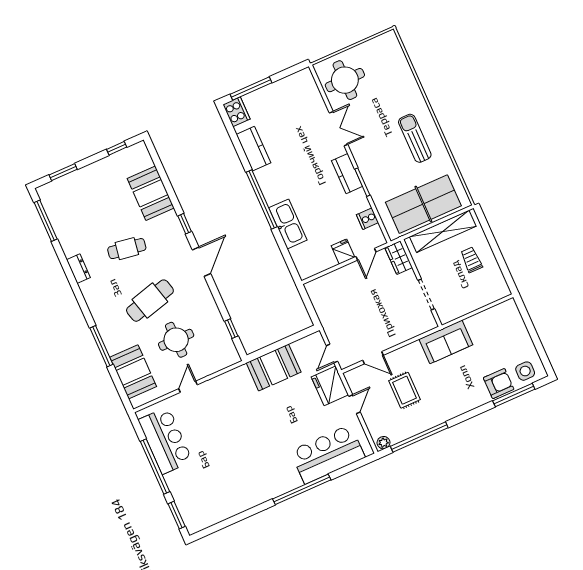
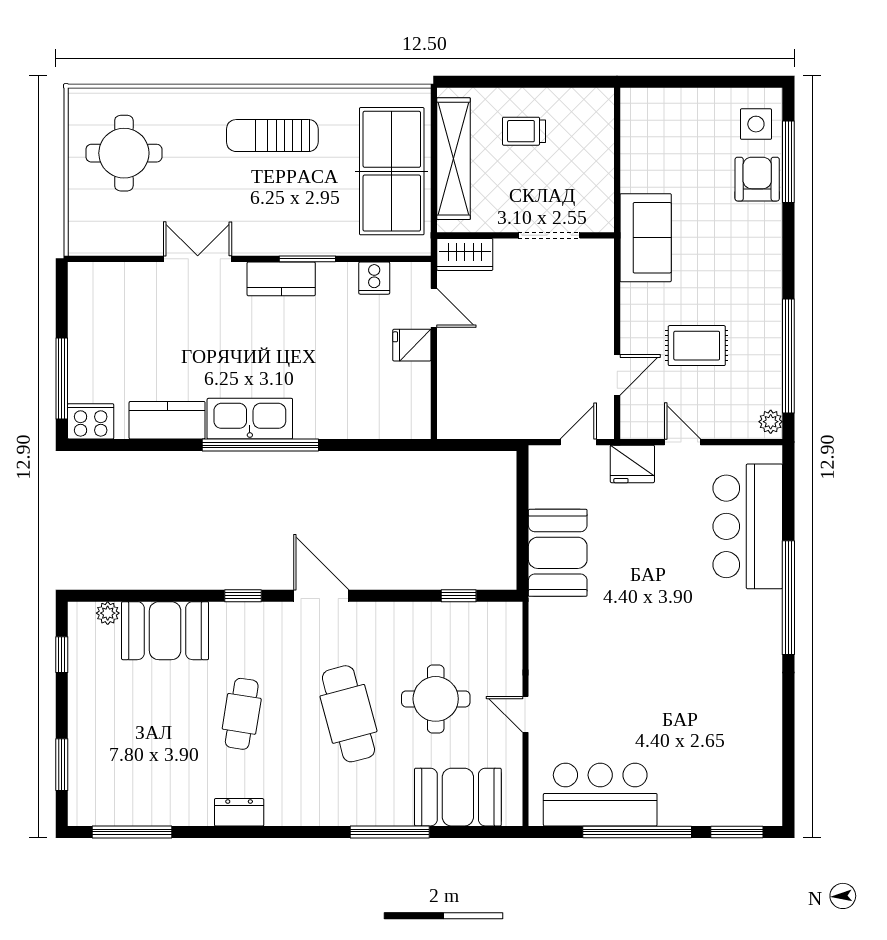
round table: (345, 80) -> (124, 153), moved
plant: (147, 162) -> (108, 613), added
kitchen sink: (288, 224) -> (250, 419), moved
door: (332, 353) -> (578, 442), swing flipped
fridge: (330, 386) -> (632, 464), width x0.73, depth x0.75

